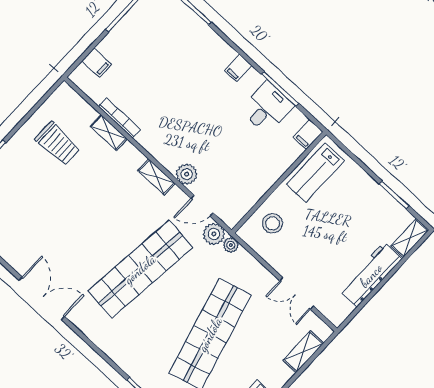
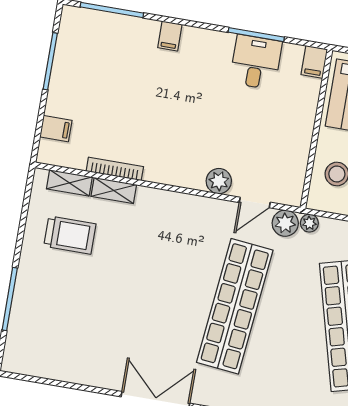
filing cabinet: (238, 68) -> (170, 36), moved
shelving: (156, 177) -> (69, 183), moved

